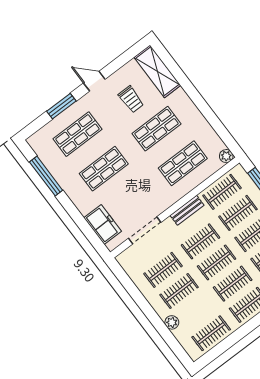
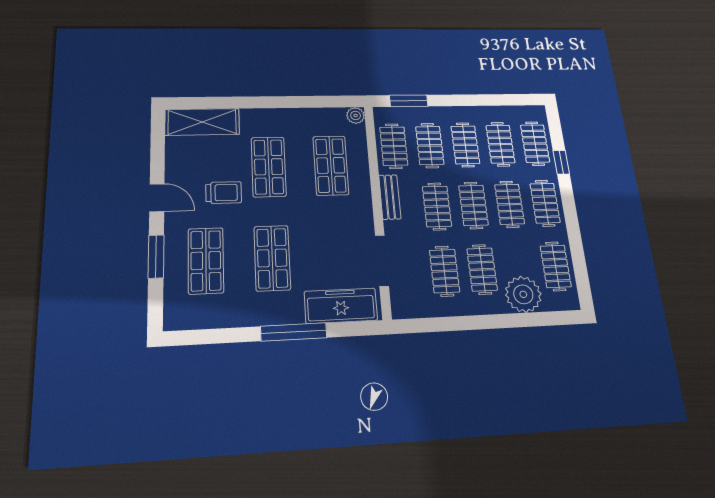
door: (94, 81) -> (157, 198), swing flipped
trolley: (131, 99) -> (224, 193), moved
window: (46, 176) -> (294, 332), moved
freezer: (103, 224) -> (341, 306), width x1.40
plant: (172, 322) -> (523, 294), width x1.87, depth x1.87

